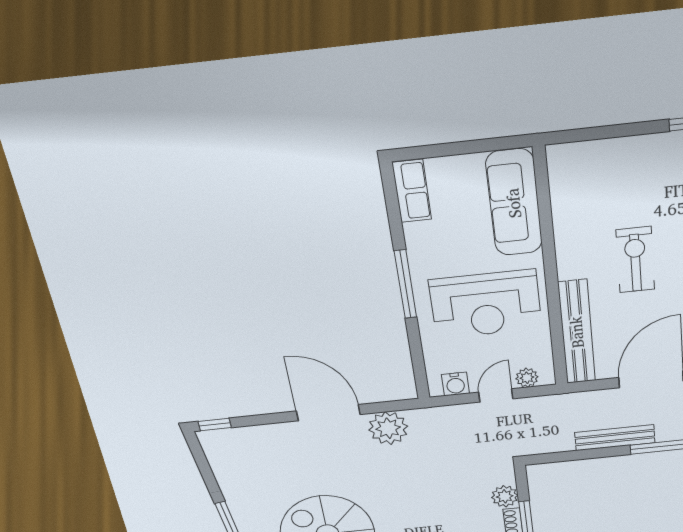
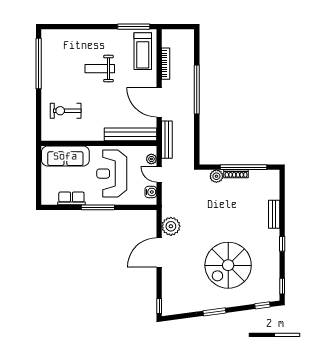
row of seats: (412, 191) -> (71, 198), moved
exercise bike: (635, 260) -> (66, 111), moved
reception desk: (486, 304) -> (112, 174), turned 180
bench: (615, 438) -> (167, 140), moved

